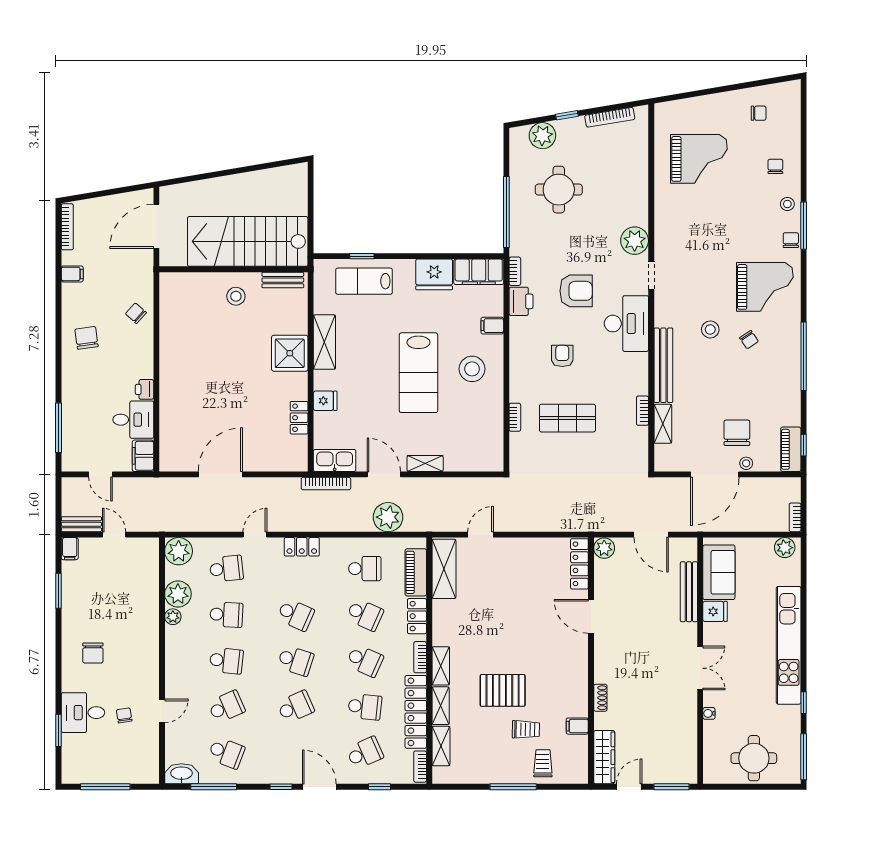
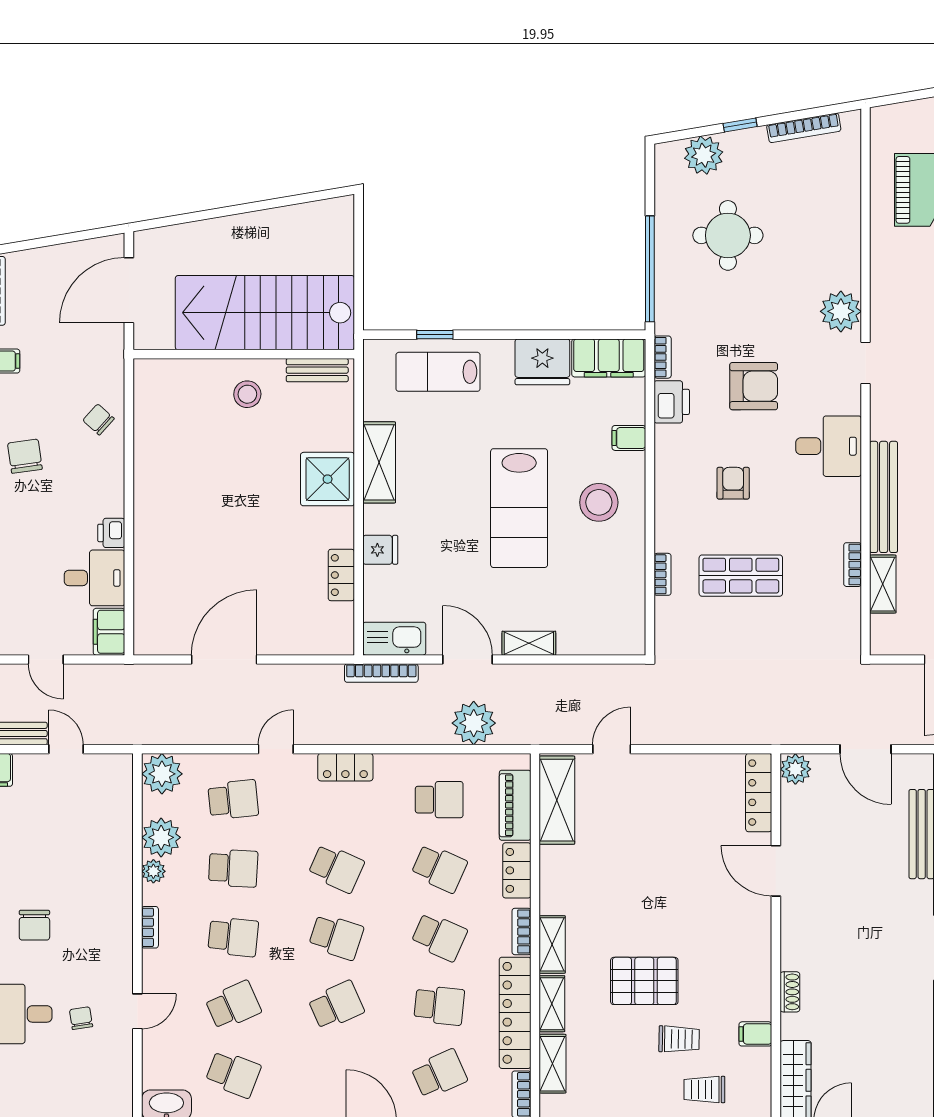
desk: (626, 324) -> (829, 446), width x0.73
bookcase: (170, 654) -> (150, 927), added
trolley: (543, 763) -> (704, 1090), turned -90

